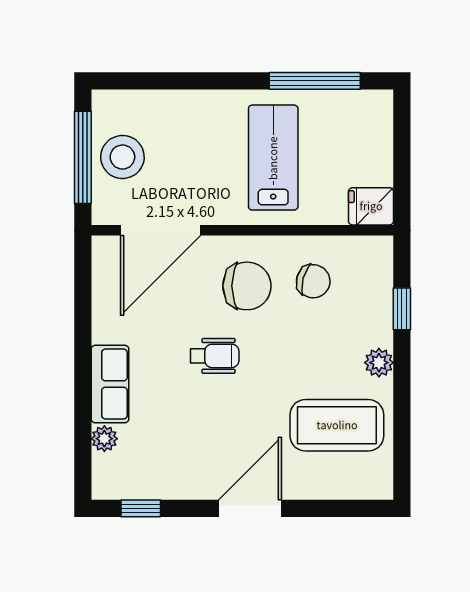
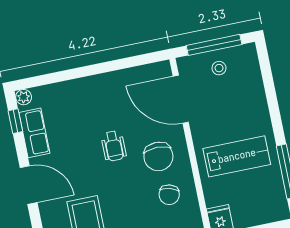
stool: (122, 157) -> (219, 68), width x0.53, depth x0.53
row of seats: (110, 384) -> (34, 133), moved, turned -90
plant: (104, 439) -> (24, 97), moved

